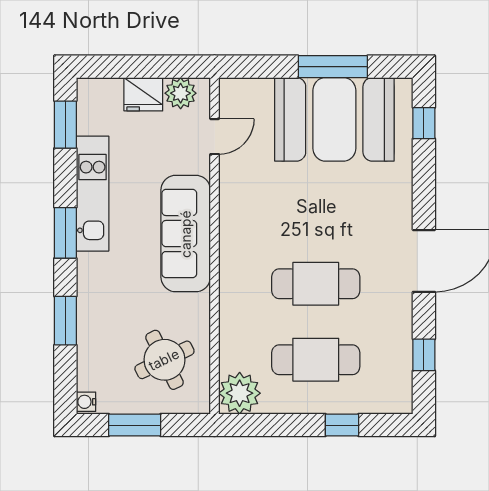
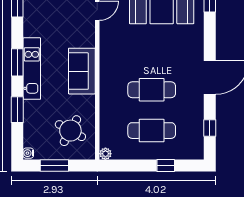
kitchen unit: (93, 194) -> (32, 69), moved
sofa: (186, 234) -> (82, 71), width x0.73
round table: (164, 360) -> (70, 131), turned -35
plant: (240, 393) -> (105, 154), width x0.53, depth x0.53

